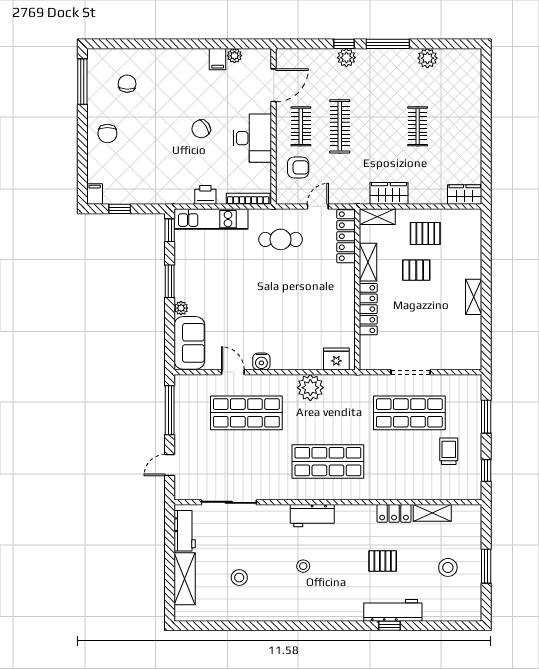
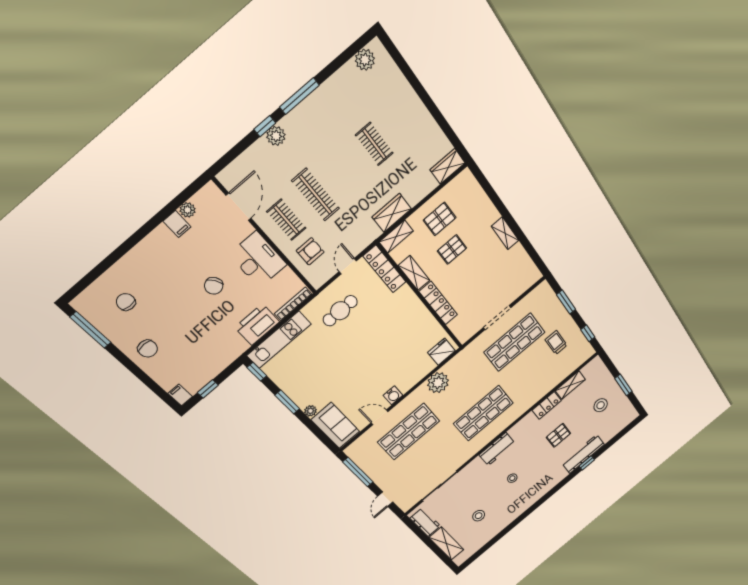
plant: (427, 58) -> (365, 60), moved
printer: (205, 195) -> (257, 325), width x1.87, depth x1.48

